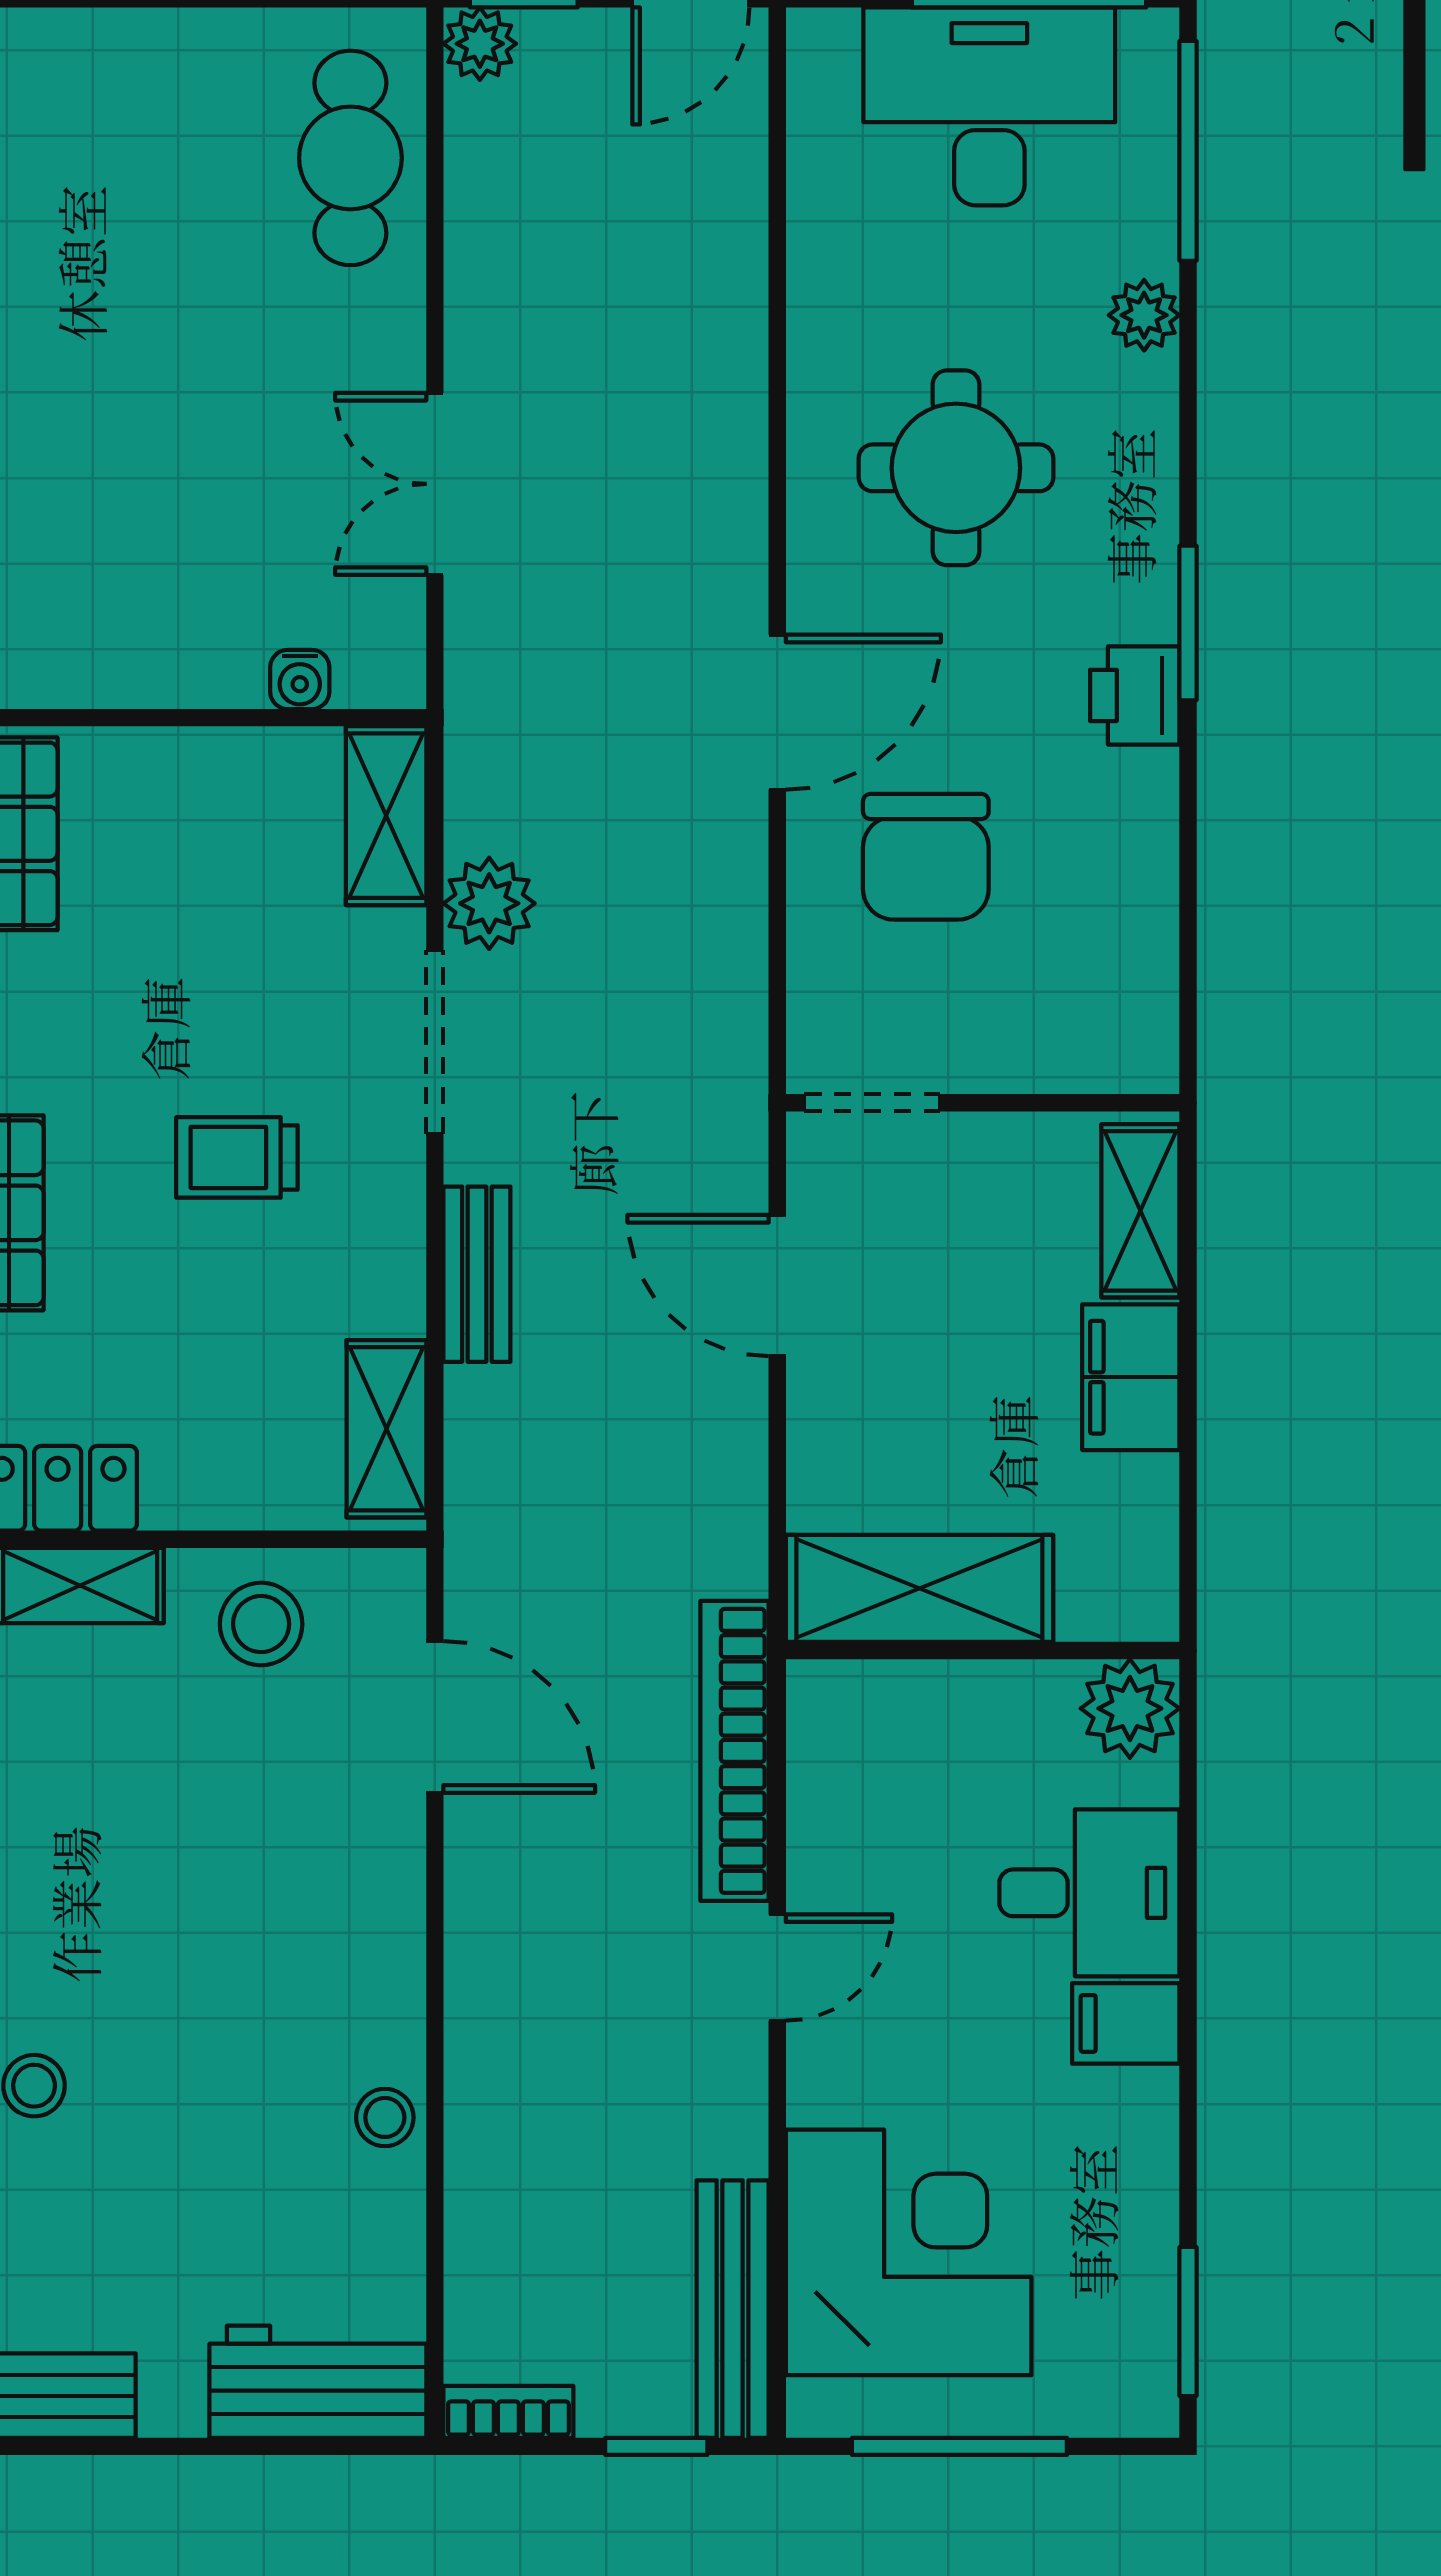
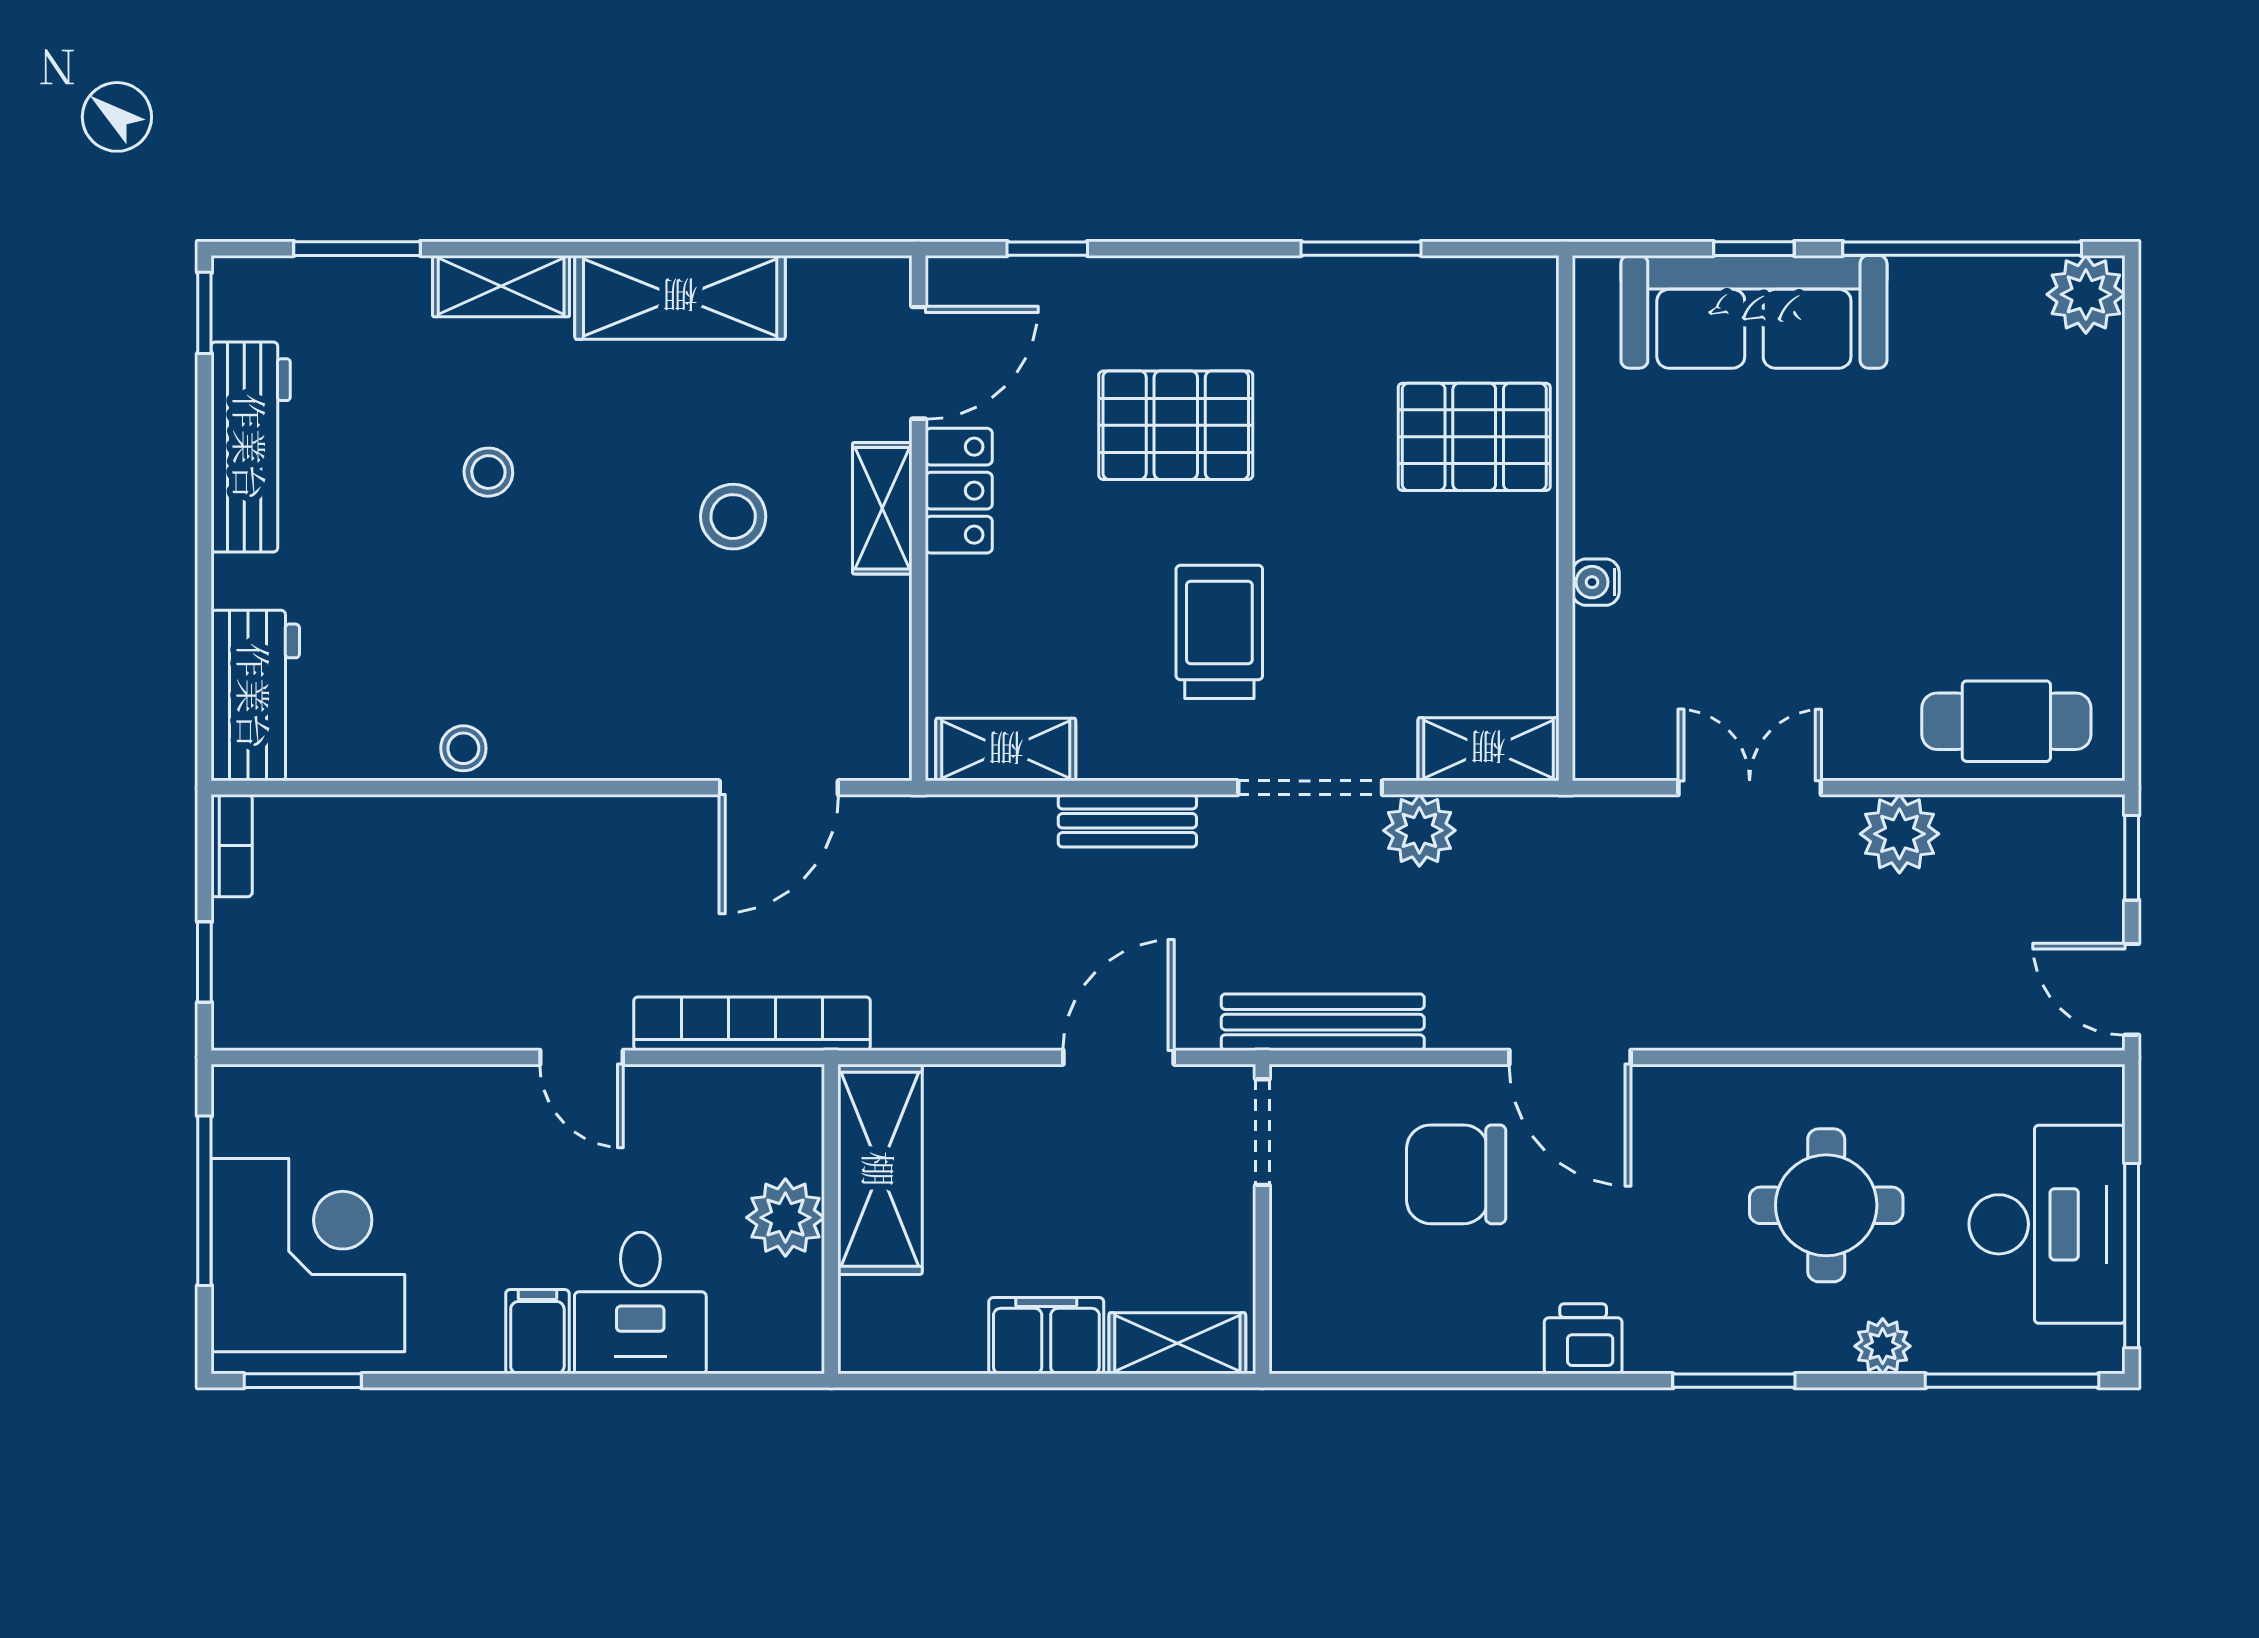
plant: (480, 44) -> (1899, 834), moved, width x1.38, depth x1.38
round table: (956, 468) -> (1826, 1205), moved
window: (1188, 623) -> (1734, 1381), moved
water cooler: (300, 679) -> (1596, 582), moved
trolley: (237, 1157) -> (1219, 632), width x1.36, depth x1.39
stool: (261, 1624) -> (733, 517), moved
plant: (1130, 1708) -> (785, 1218), moved
corner desk: (909, 2252) -> (308, 1255), moved, turned -90
bench: (733, 2309) -> (1323, 1022), moved

